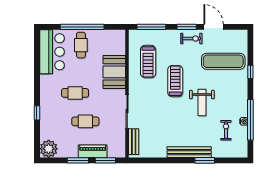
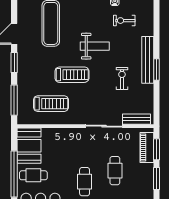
exercise bike: (191, 38) -> (122, 78), moved
booth: (114, 72) -> (29, 146), moved, turned 90
treadmill: (175, 81) -> (72, 75), turned 180
piano: (93, 151) -> (147, 148), moved
window: (205, 160) -> (157, 70), moved

